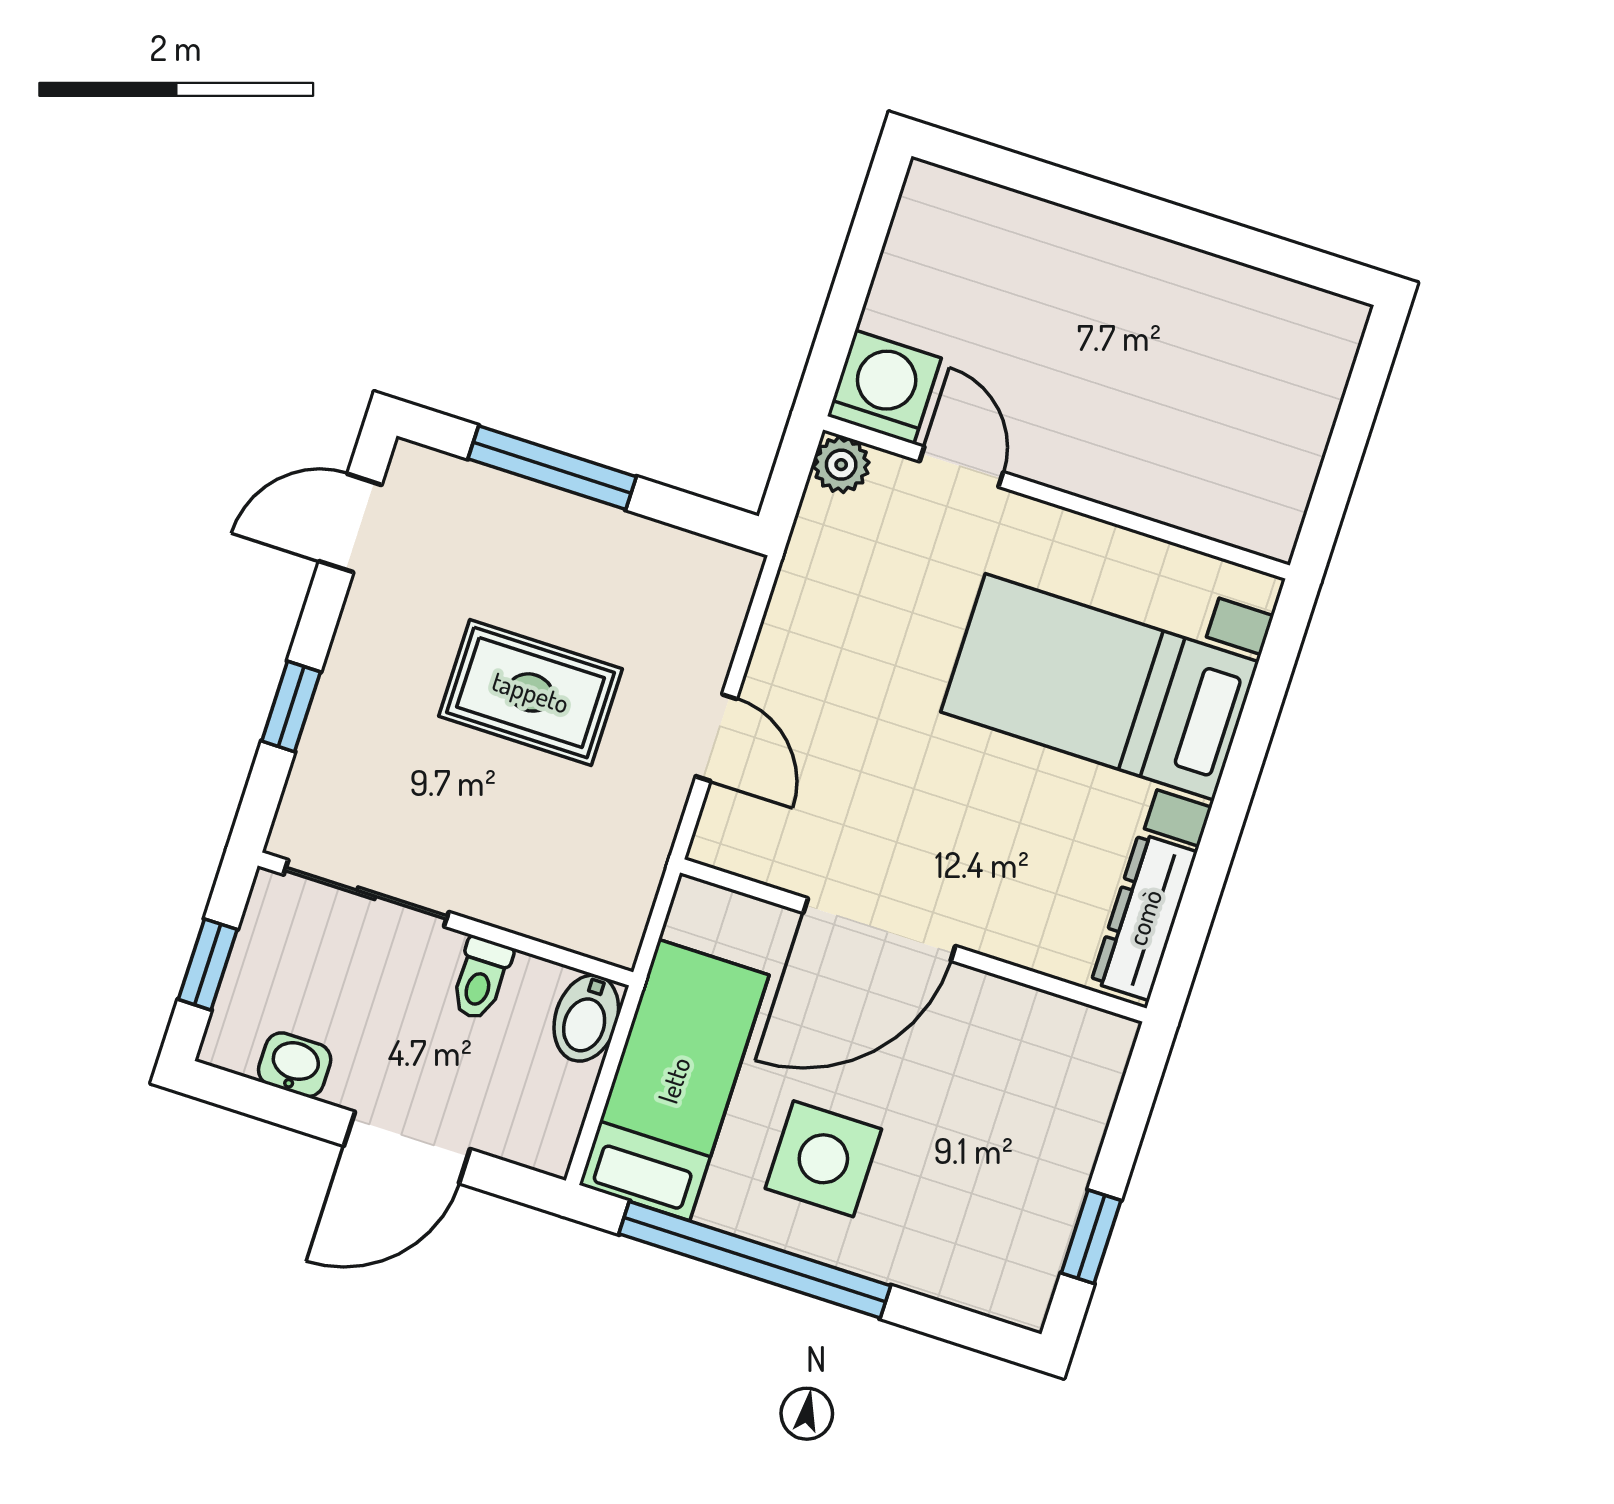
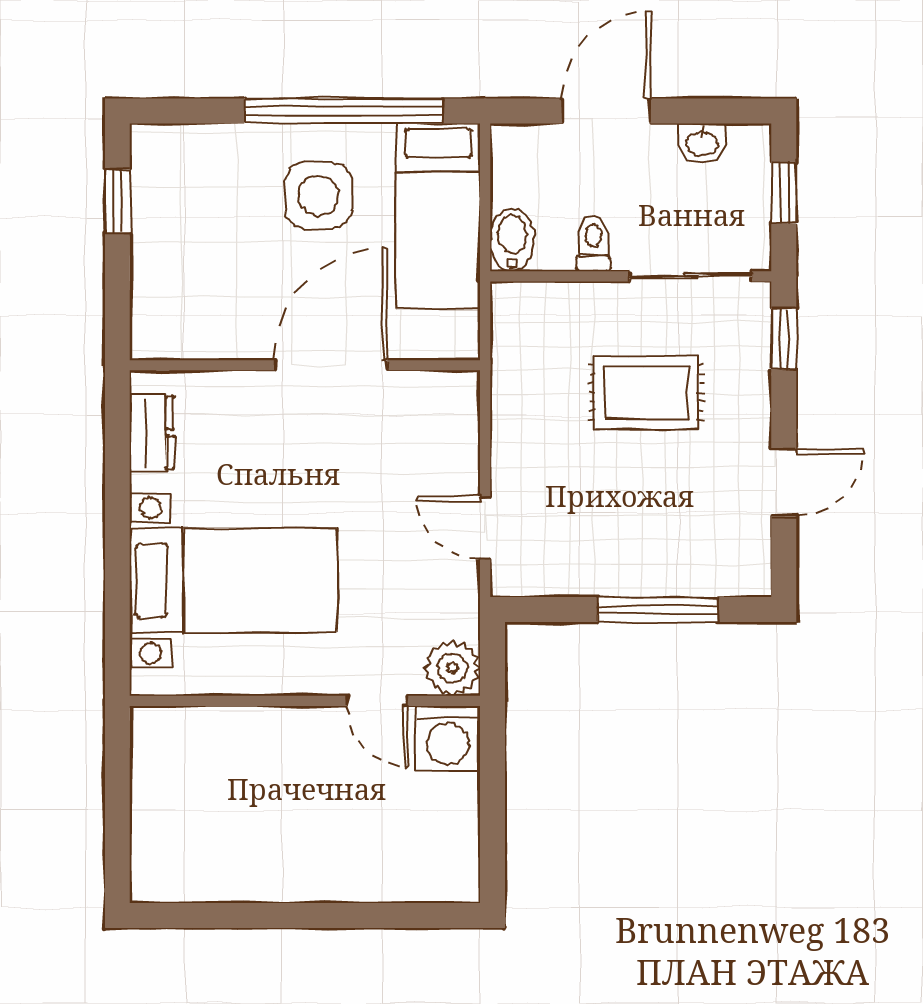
plant: (841, 465) -> (452, 668), width x1.38, depth x1.38
door: (350, 523) -> (784, 482), moved
rug: (531, 692) -> (646, 393), moved
window: (291, 707) -> (784, 339), moved
door: (716, 738) -> (485, 528), moved
dresser: (1144, 917) -> (152, 433), width x0.70

